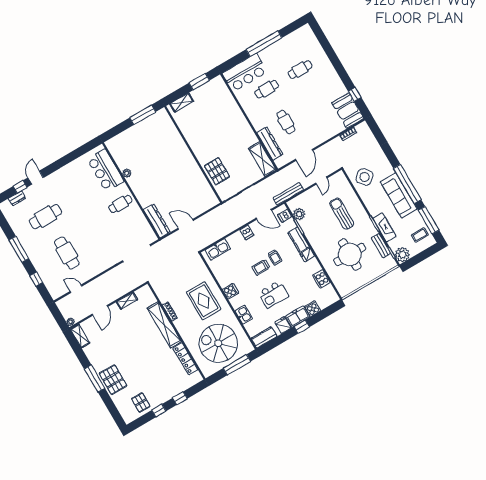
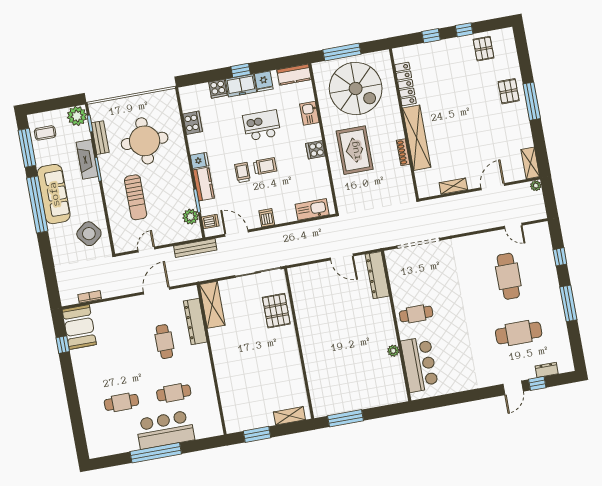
bar counter: (245, 73) -> (165, 430), moved
pallet: (113, 380) -> (509, 91), width x0.67, depth x0.71

